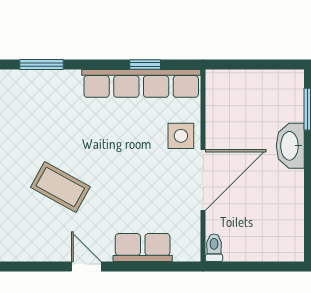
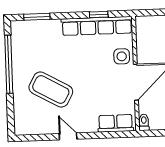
coffee table: (60, 187) -> (51, 90), width x1.36, depth x1.32
row of seats: (143, 248) -> (116, 123), moved

